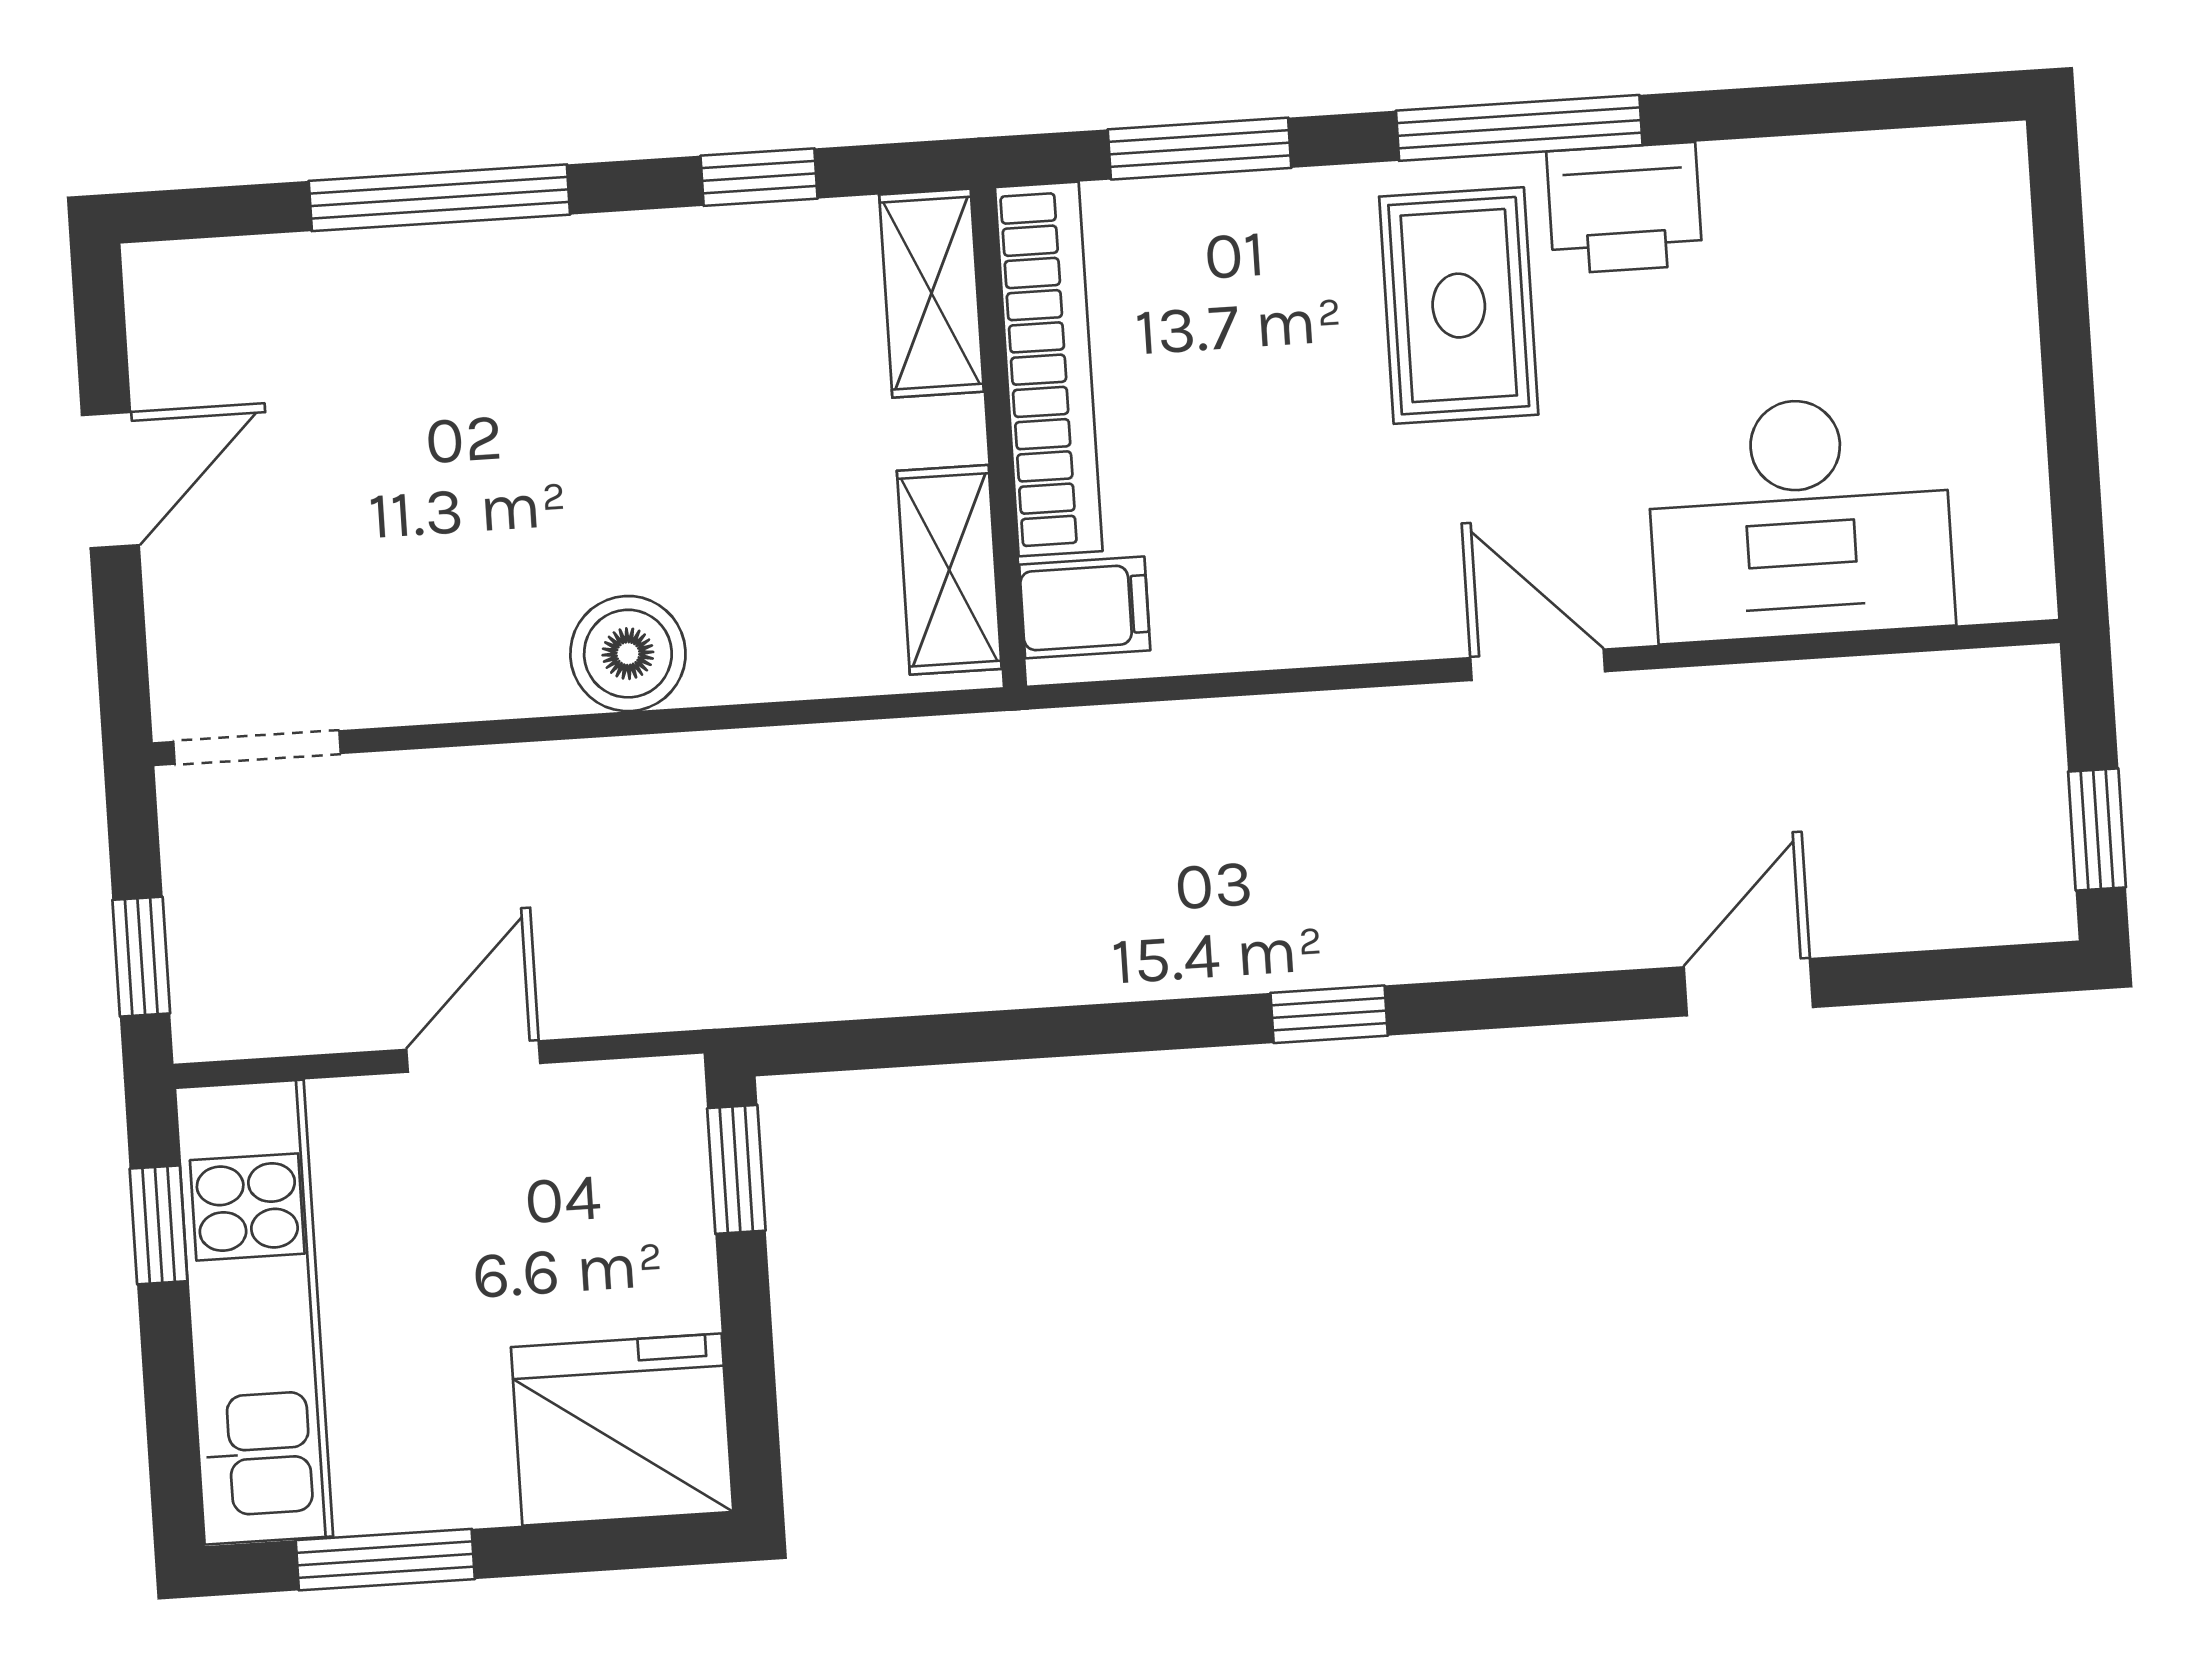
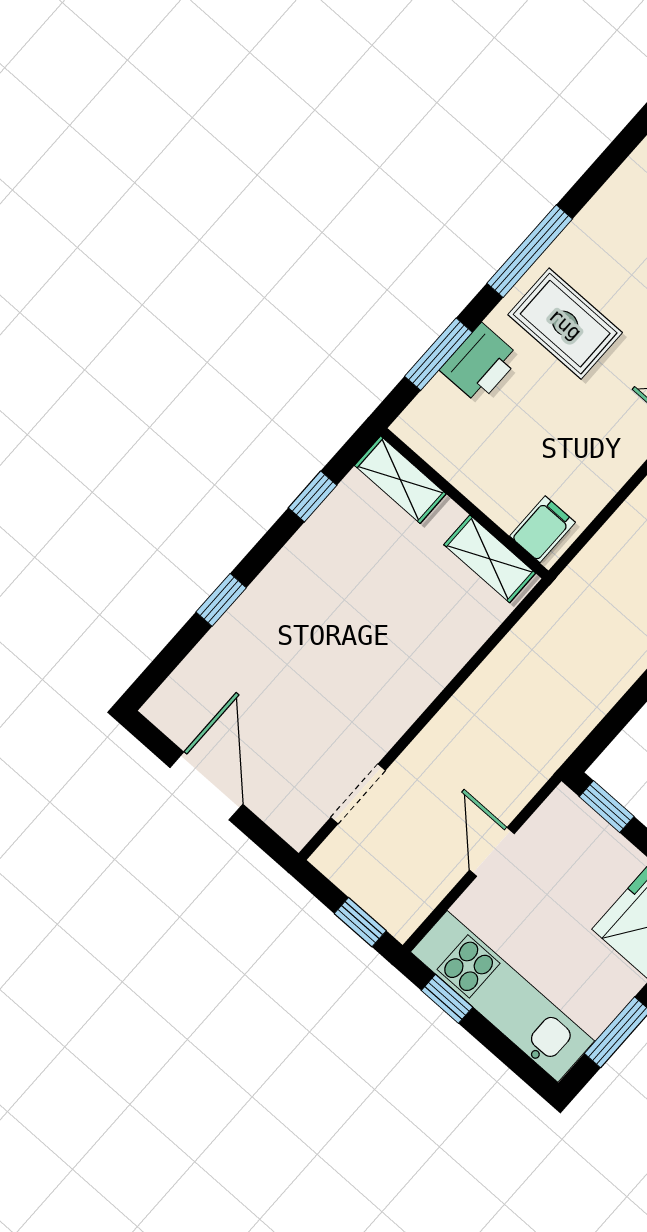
window: (439, 198) -> (221, 600), width x0.46
printer: (1625, 208) -> (480, 364), moved
bookcase: (1049, 369) -> (459, 467), removed
door: (110, 480) -> (206, 786), width x1.38
boiler: (628, 654) -> (417, 682), removed
doorway: (257, 747) -> (358, 794), moved

